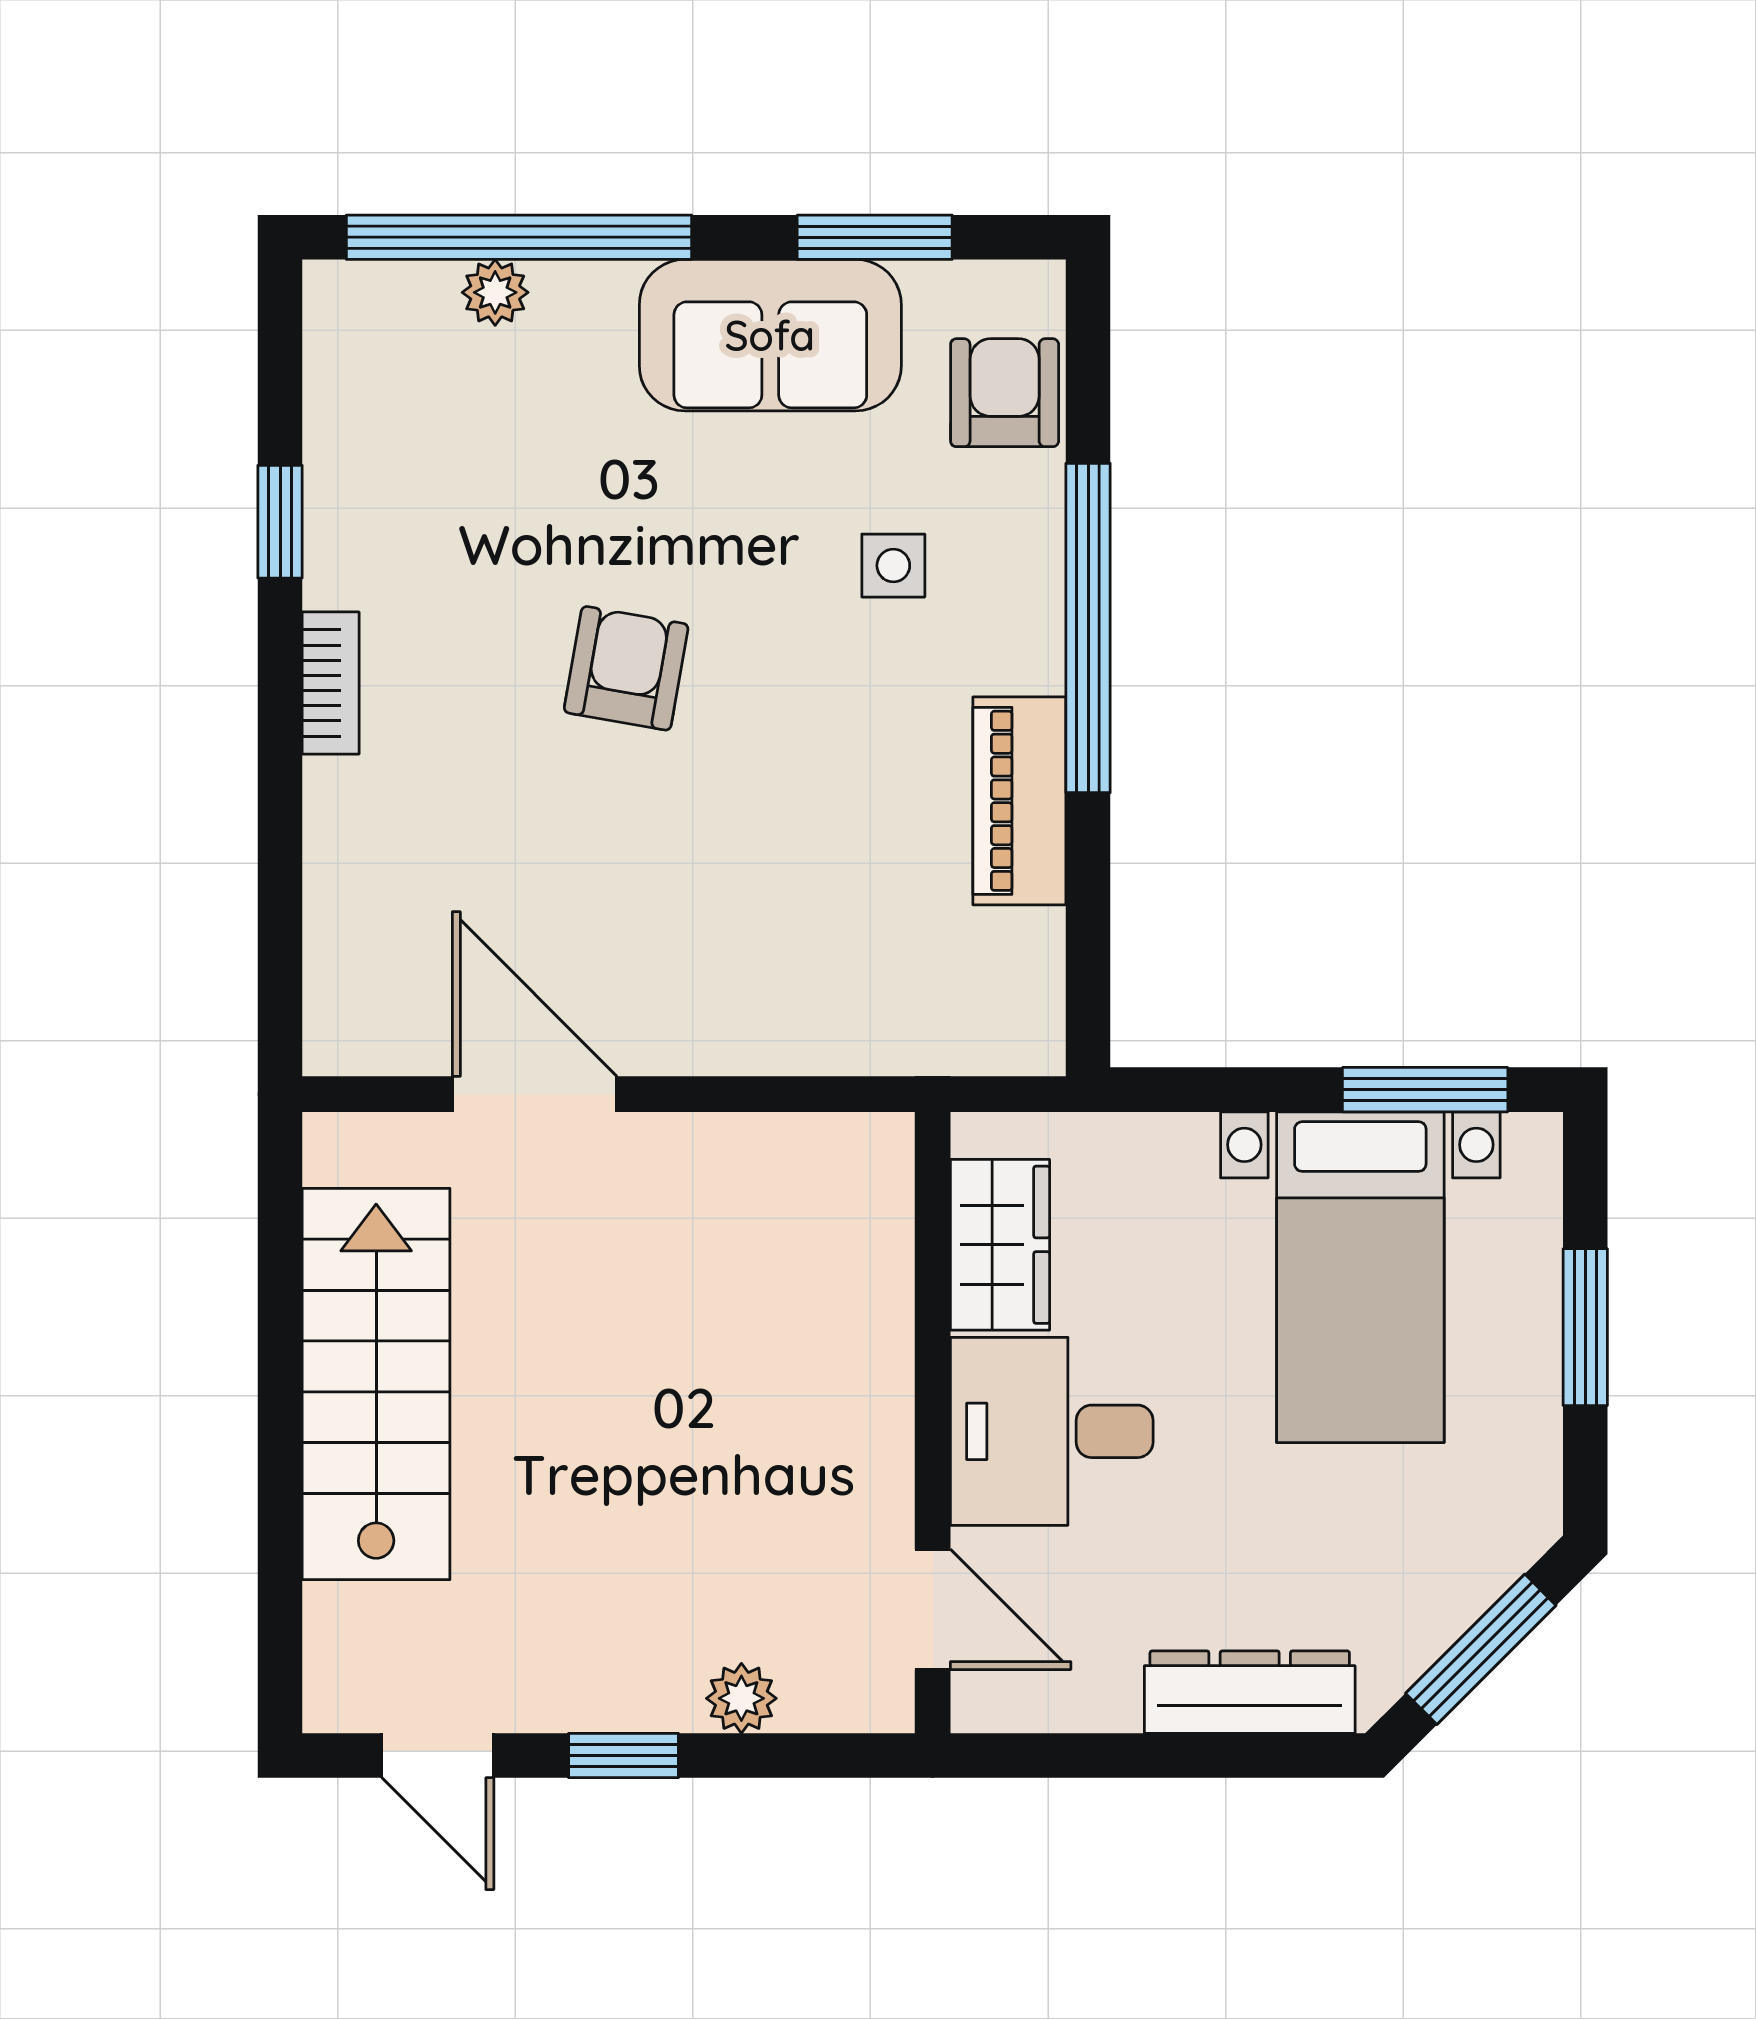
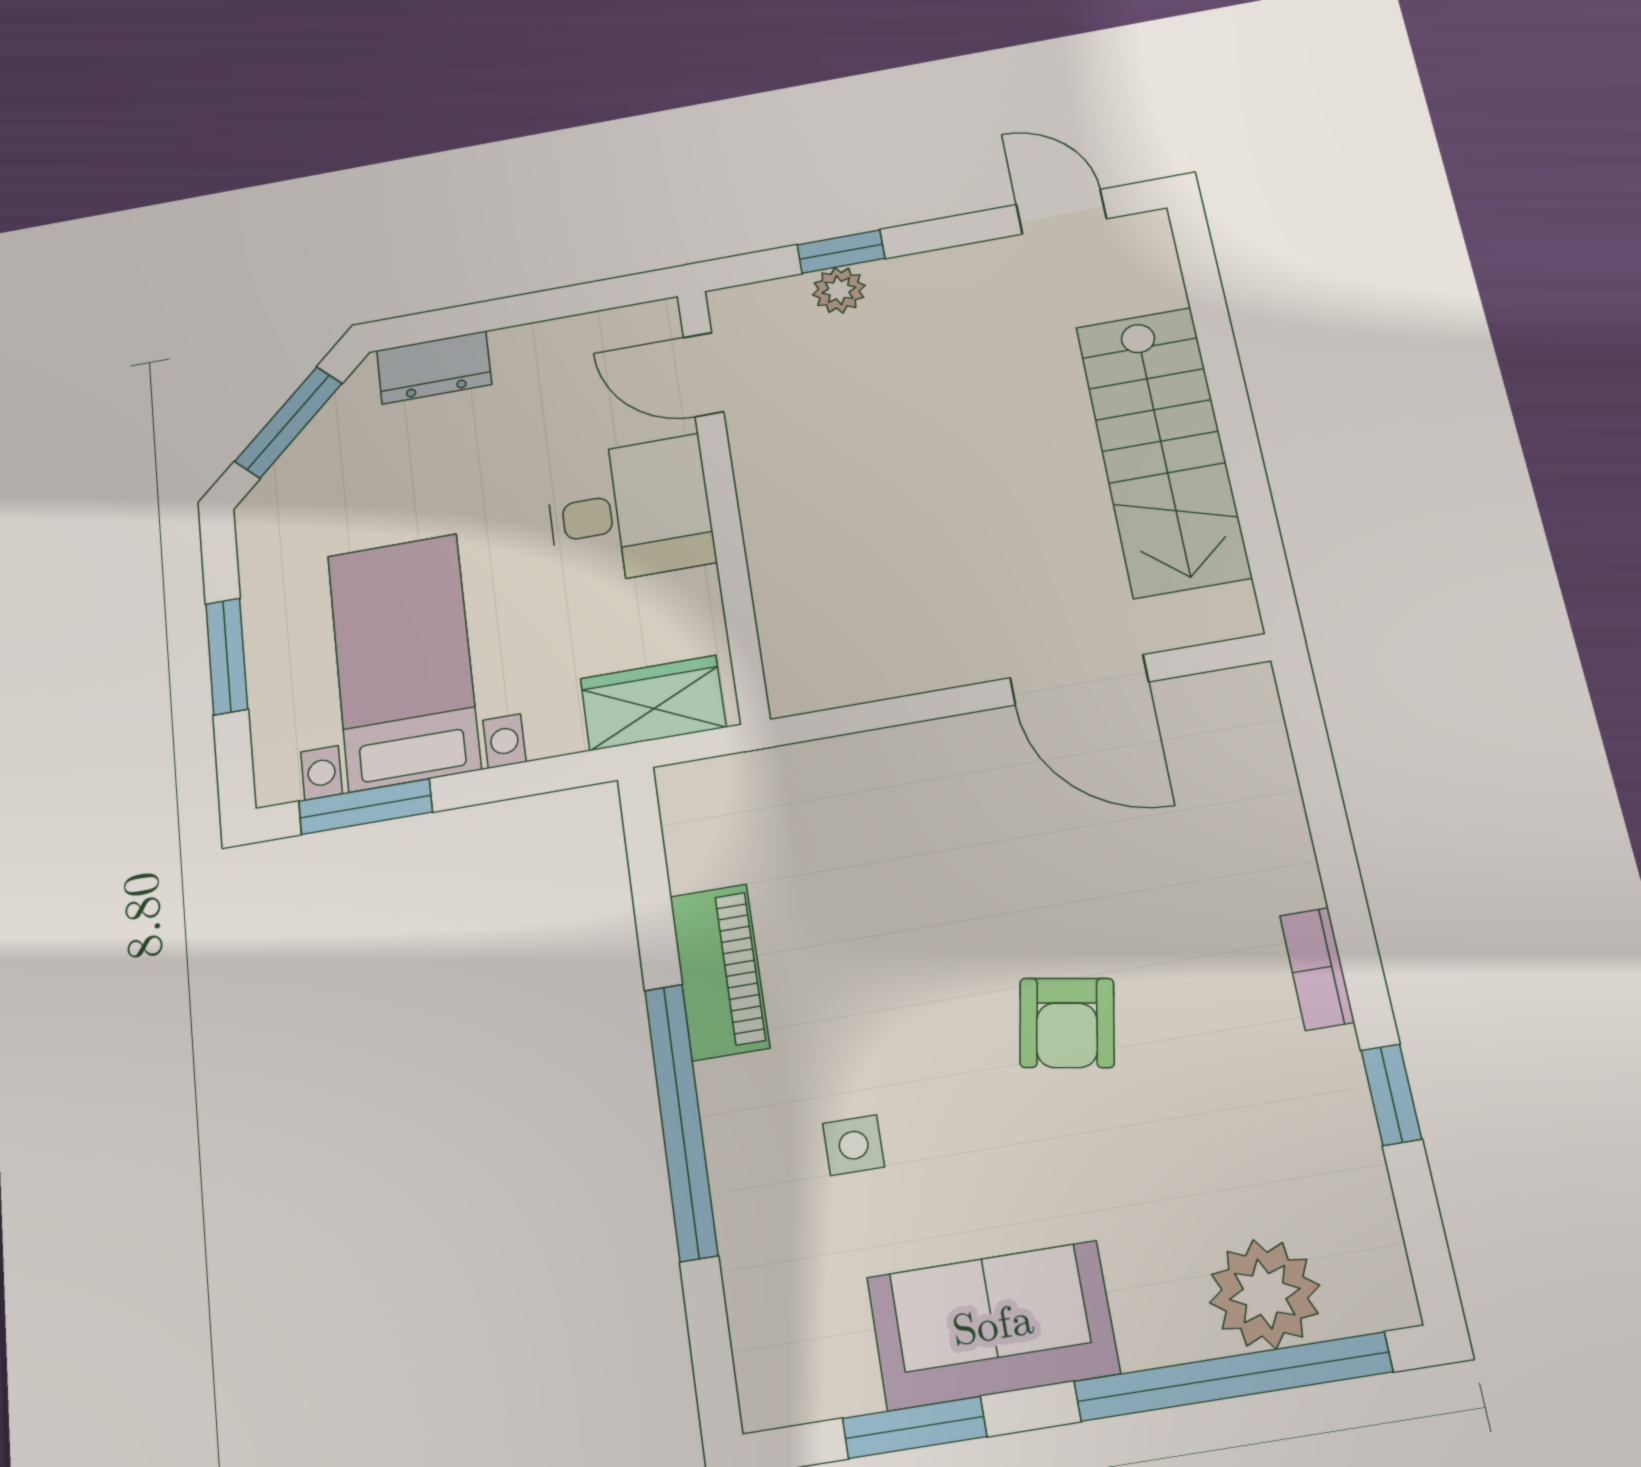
plant: (495, 292) -> (1265, 1294), width x1.88, depth x1.88
armchair: (1005, 393) -> (780, 1308), removed
wardrobe: (1000, 1245) -> (653, 703), moved, turned 90
dresser: (1250, 1692) -> (434, 367), width x0.70
window: (624, 1755) -> (841, 252), moved

